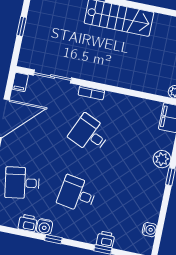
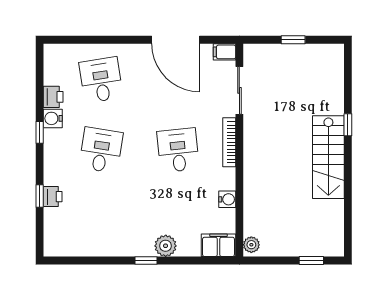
bookcase: (91, 93) -> (229, 142), width x1.56
desk: (89, 134) -> (178, 150), turned -30
water cooler: (150, 230) -> (227, 199), moved, turned -90

